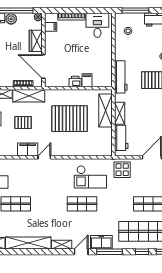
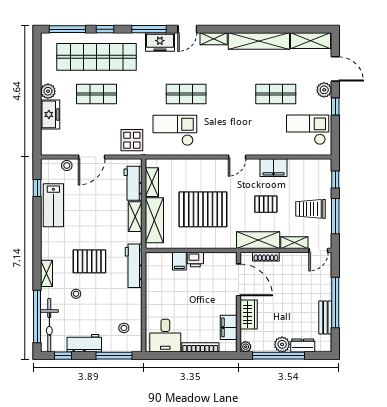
filing cabinet: (51, 27) -> (229, 327), width x2.00
shelving: (107, 139) -> (152, 182), added
filing cabinet: (28, 149) -> (274, 168), moved

